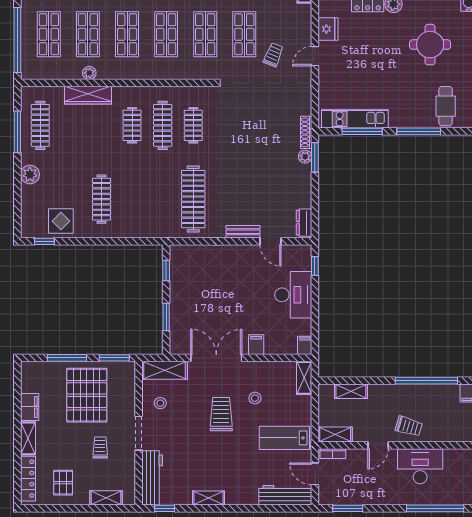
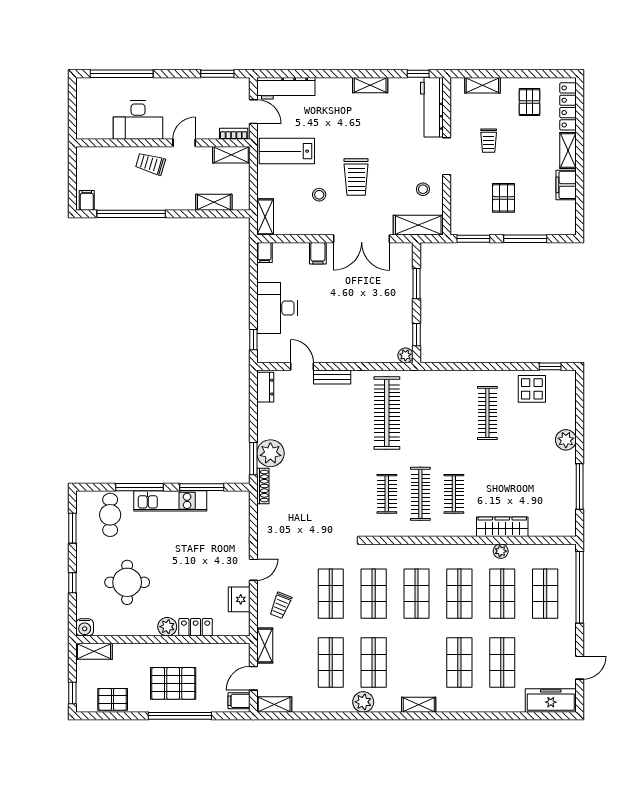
trolley: (273, 55) -> (281, 605), moved
kitchen unit: (355, 119) -> (170, 501), moved
clothes rail: (40, 125) -> (554, 494), removed
plant: (305, 157) -> (270, 453), width x1.87, depth x1.87
plant: (176, 252) -> (405, 355), added
pallet: (87, 395) -> (504, 198), width x0.49, depth x0.50
lab bench: (284, 438) -> (287, 151), turned 180

